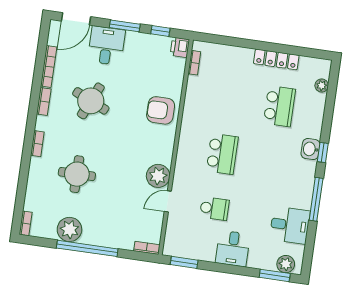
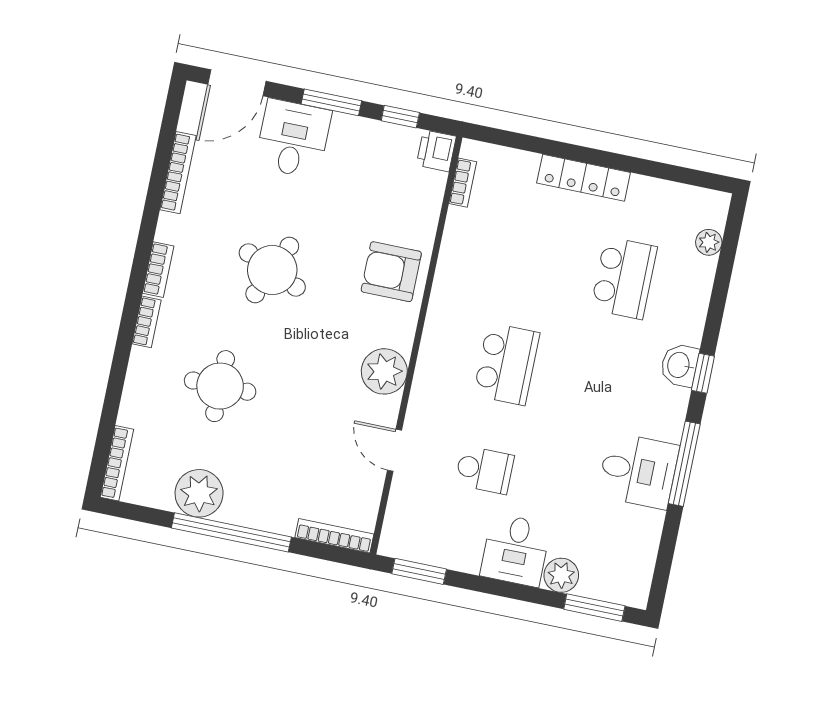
locker: (276, 59) -> (584, 178), moved
bookcase: (44, 101) -> (158, 270), moved
round table: (91, 101) -> (272, 270), moved
plant: (158, 176) -> (384, 371), moved
door: (168, 201) -> (395, 450), hinge flipped
bookcase: (26, 223) -> (117, 463), width x1.56
desk: (290, 225) -> (638, 471), moved
bookcase: (147, 248) -> (334, 536), width x1.56
plant: (286, 264) -> (561, 575), moved

